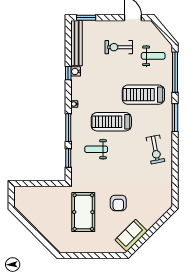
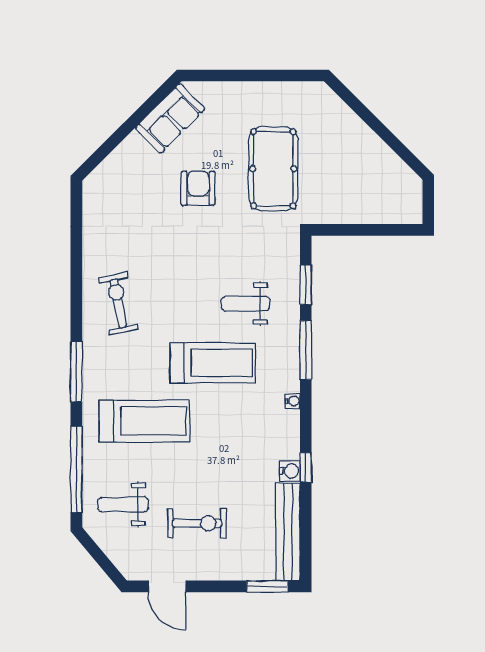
weight bench: (96, 149) -> (246, 304), turned 180

